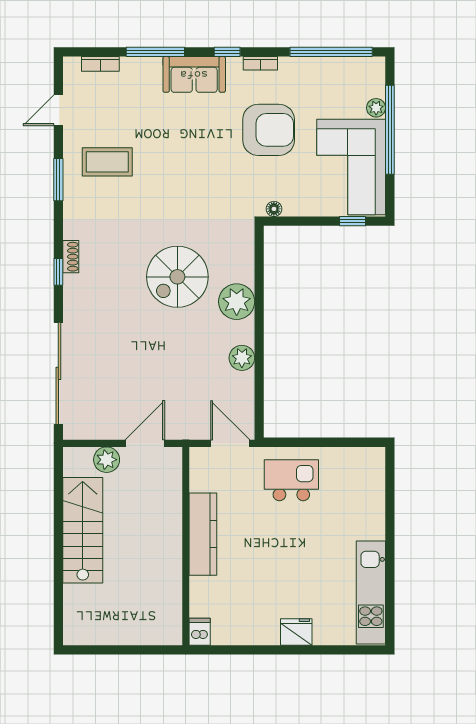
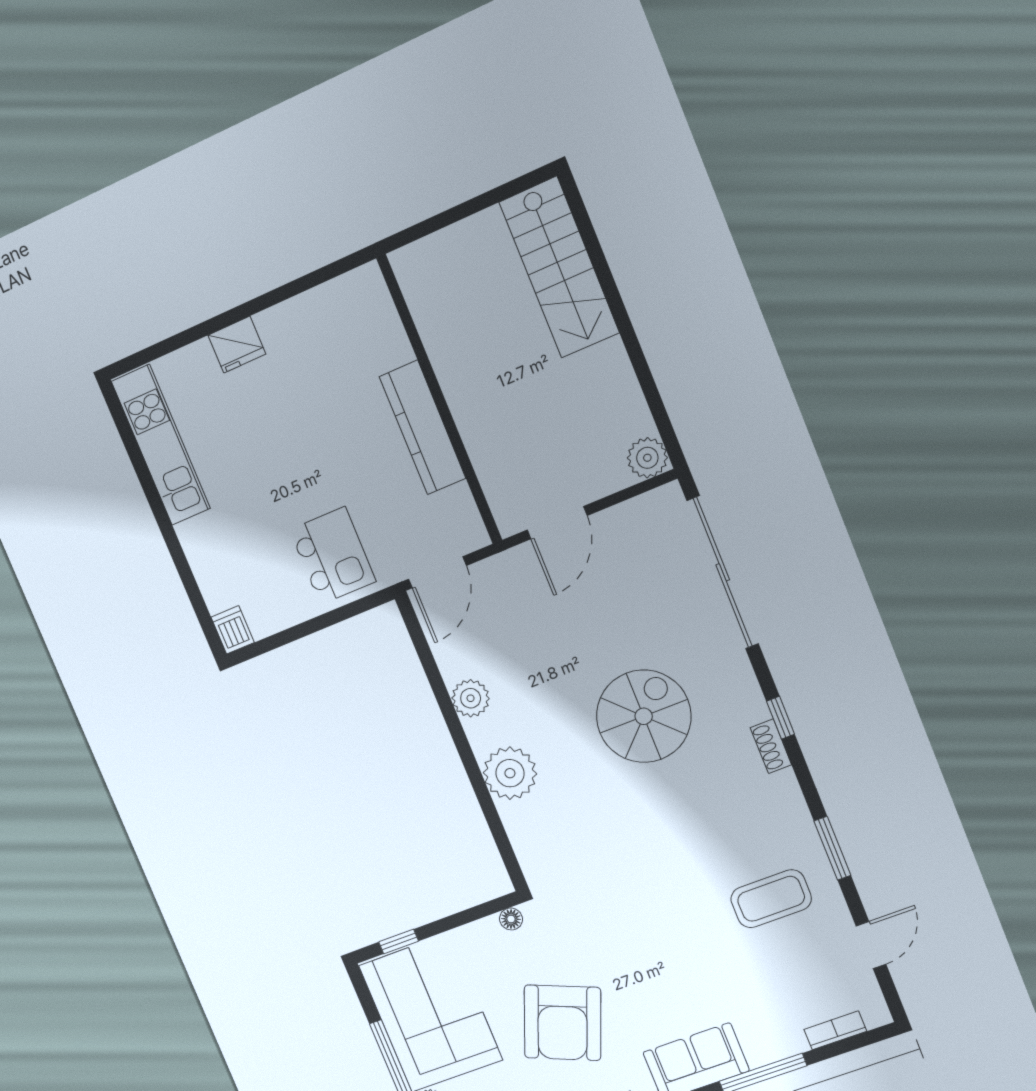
armchair: (269, 130) -> (562, 1023), turned -68
spiral stairs: (177, 277) -> (644, 716), moved
door: (230, 443) -> (437, 572), hinge flipped
plant: (107, 460) -> (647, 458), moved
kitchen island: (291, 480) -> (333, 556), turned -90
stairs: (83, 530) -> (559, 267), moved
dishwasher: (200, 632) -> (233, 630), moved, turned 180

